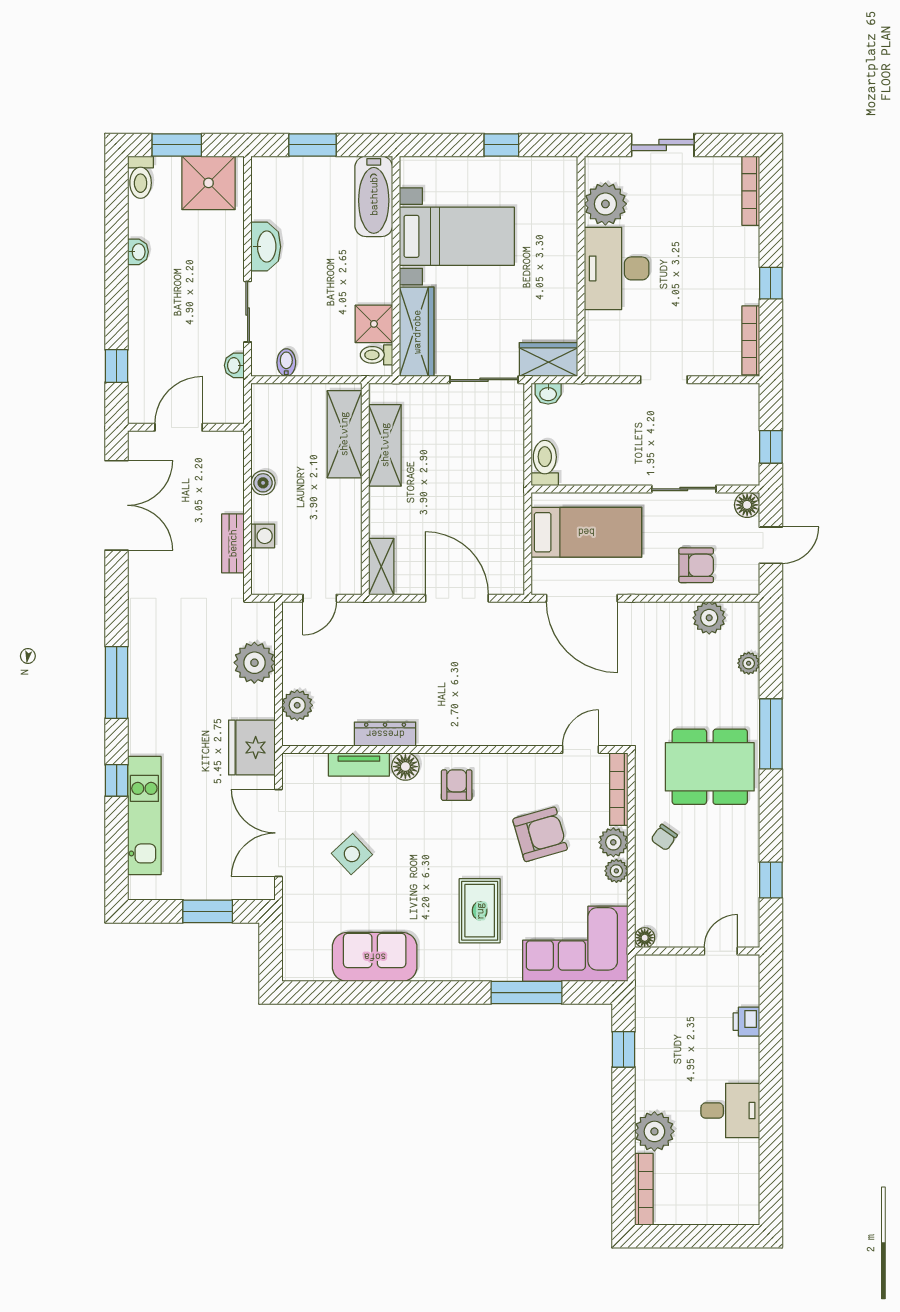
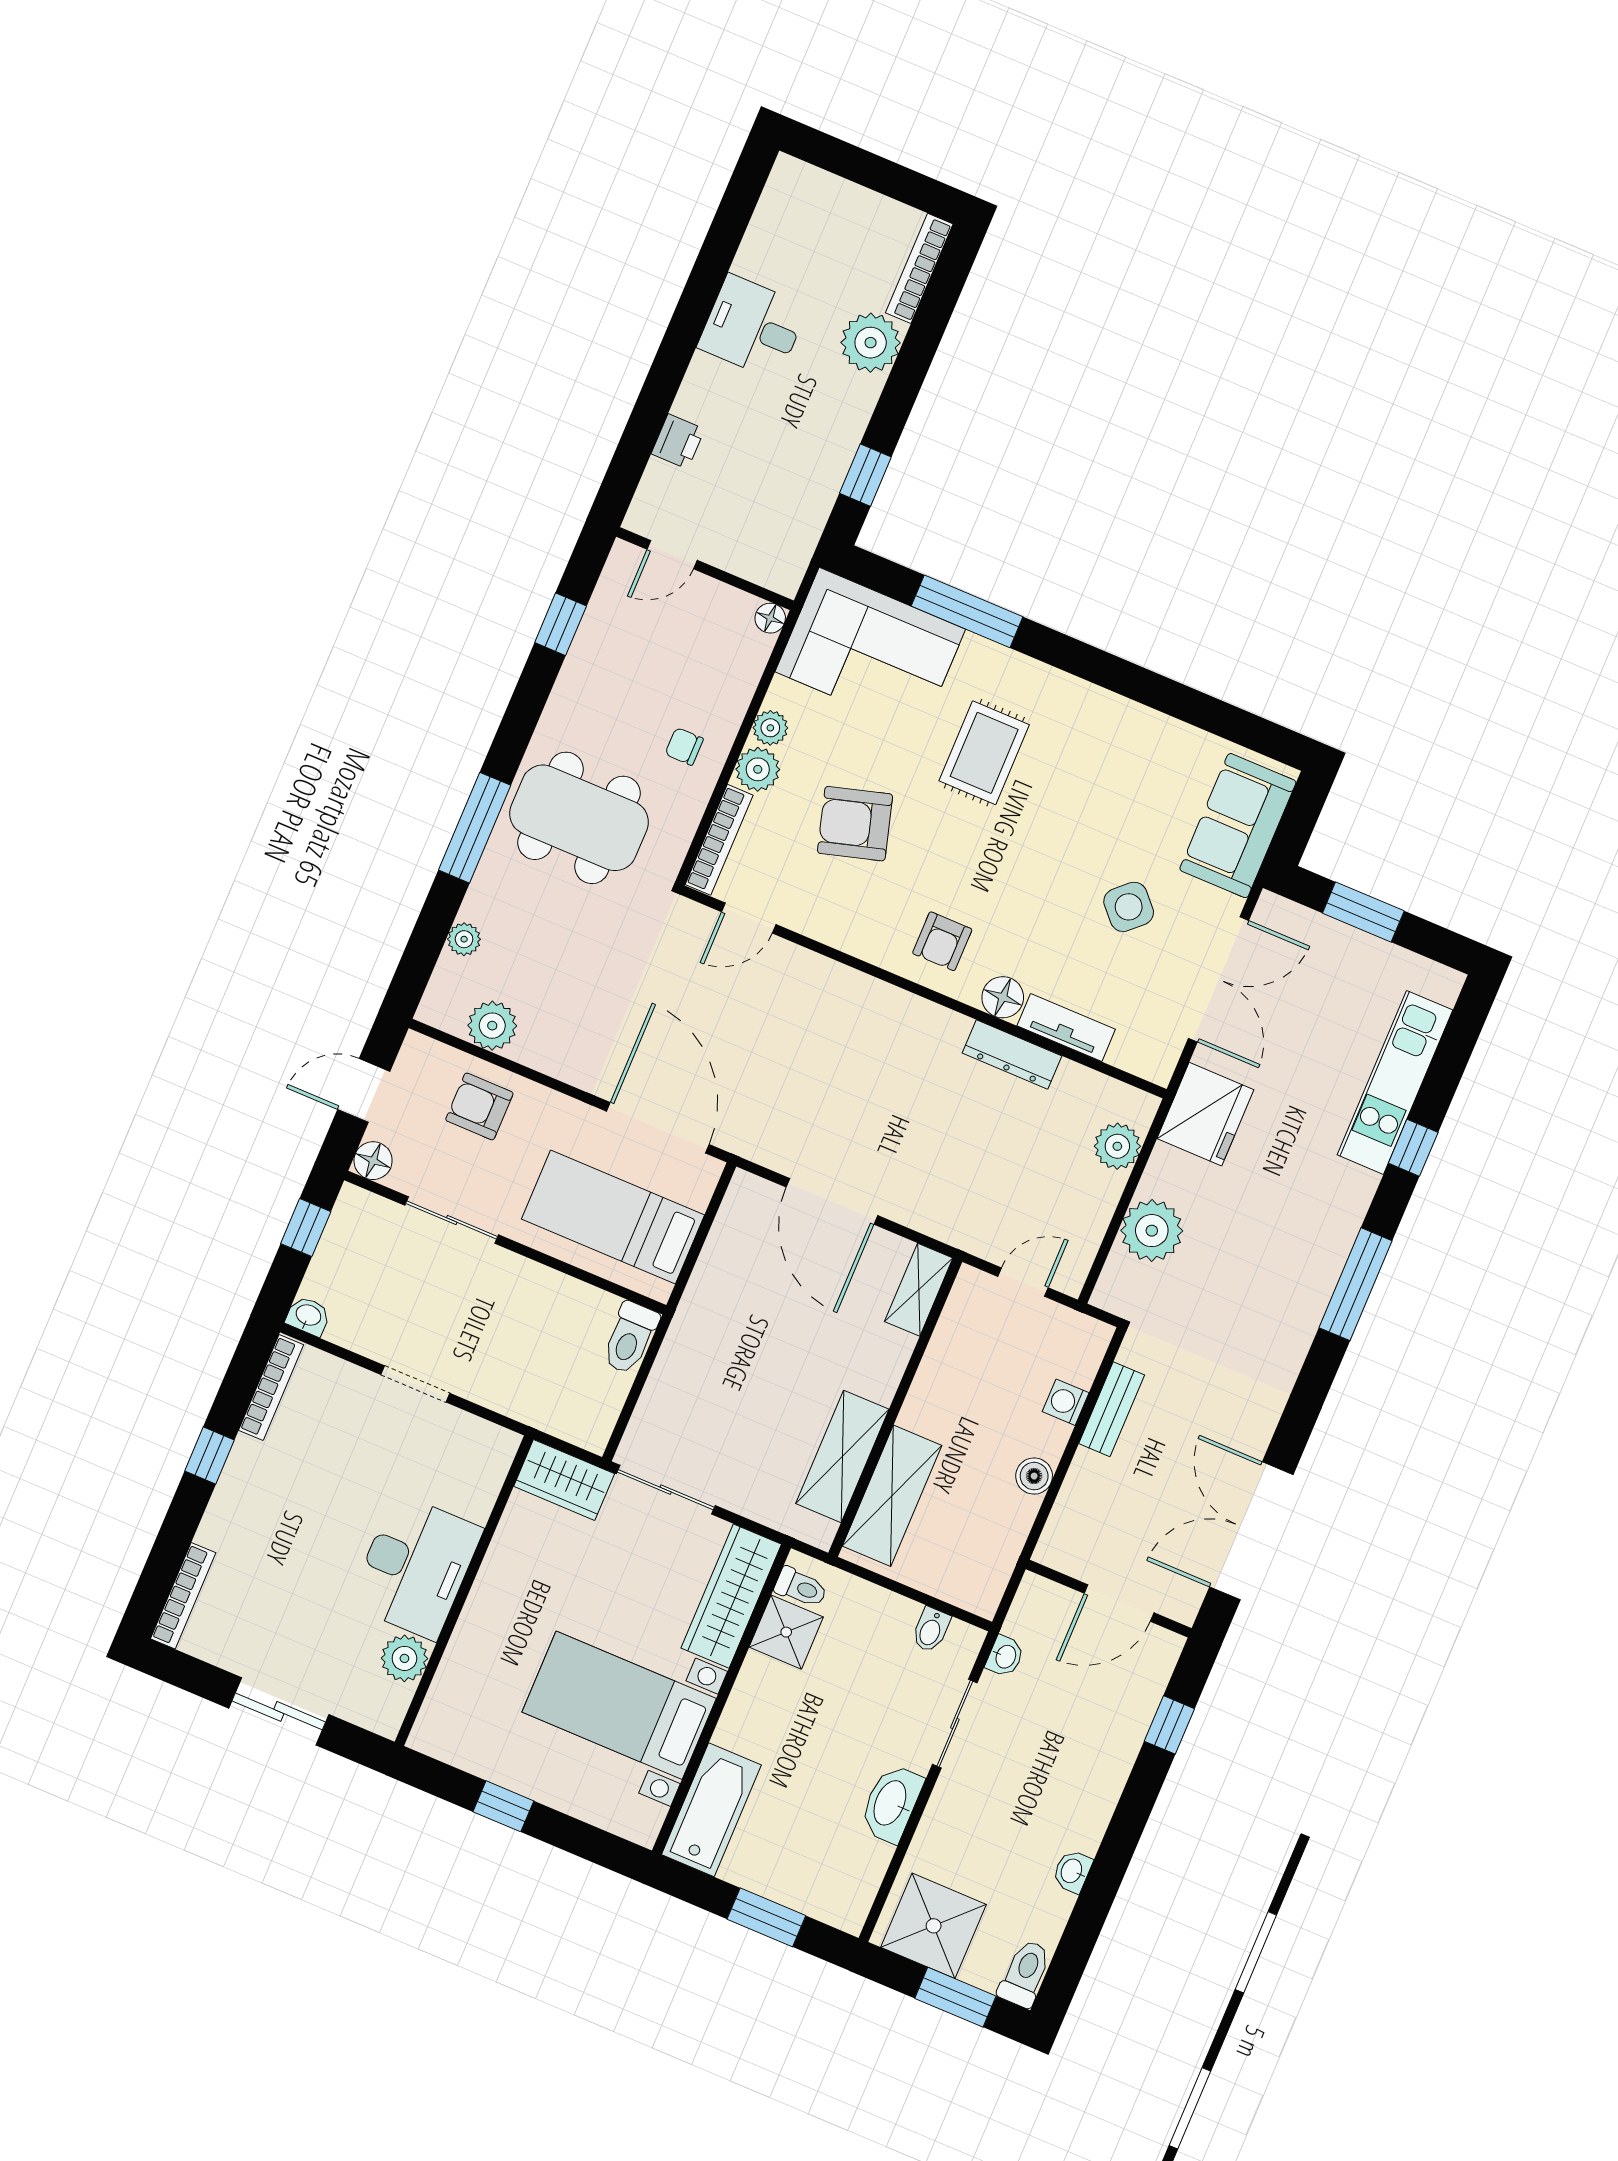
plant: (605, 204) -> (404, 1658), width x0.73, depth x0.73
washbasin: (548, 394) -> (308, 1316), moved
chair: (664, 837) -> (684, 746), turned -125
sofa: (375, 957) -> (1238, 826), moved, turned 90

